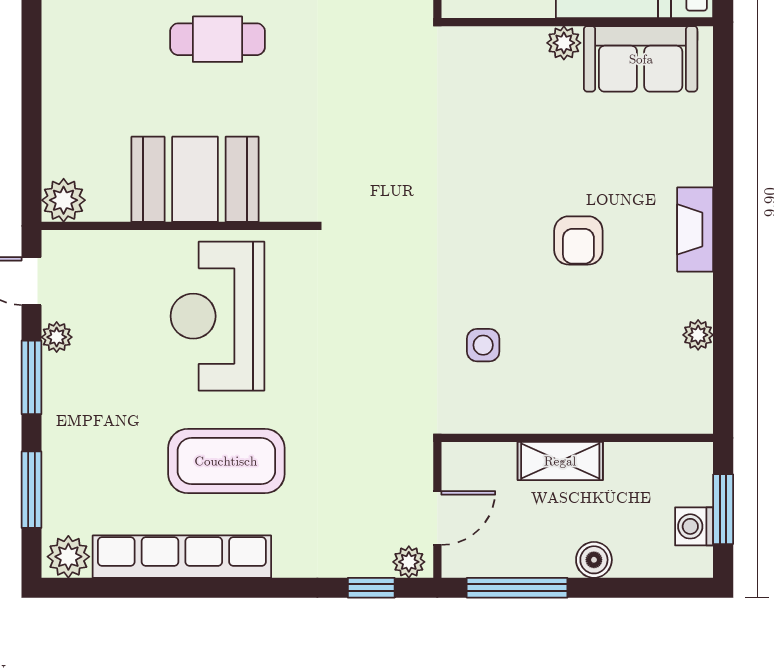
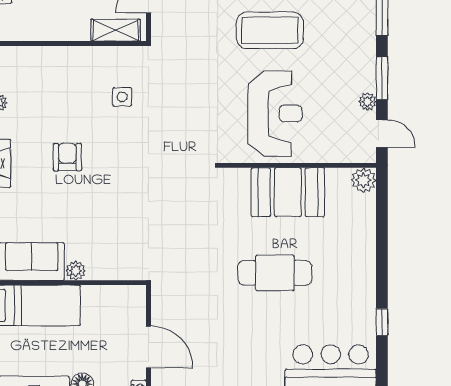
cafe table: (218, 39) -> (275, 273), width x1.37, depth x1.35
shelving: (560, 461) -> (115, 30), moved

